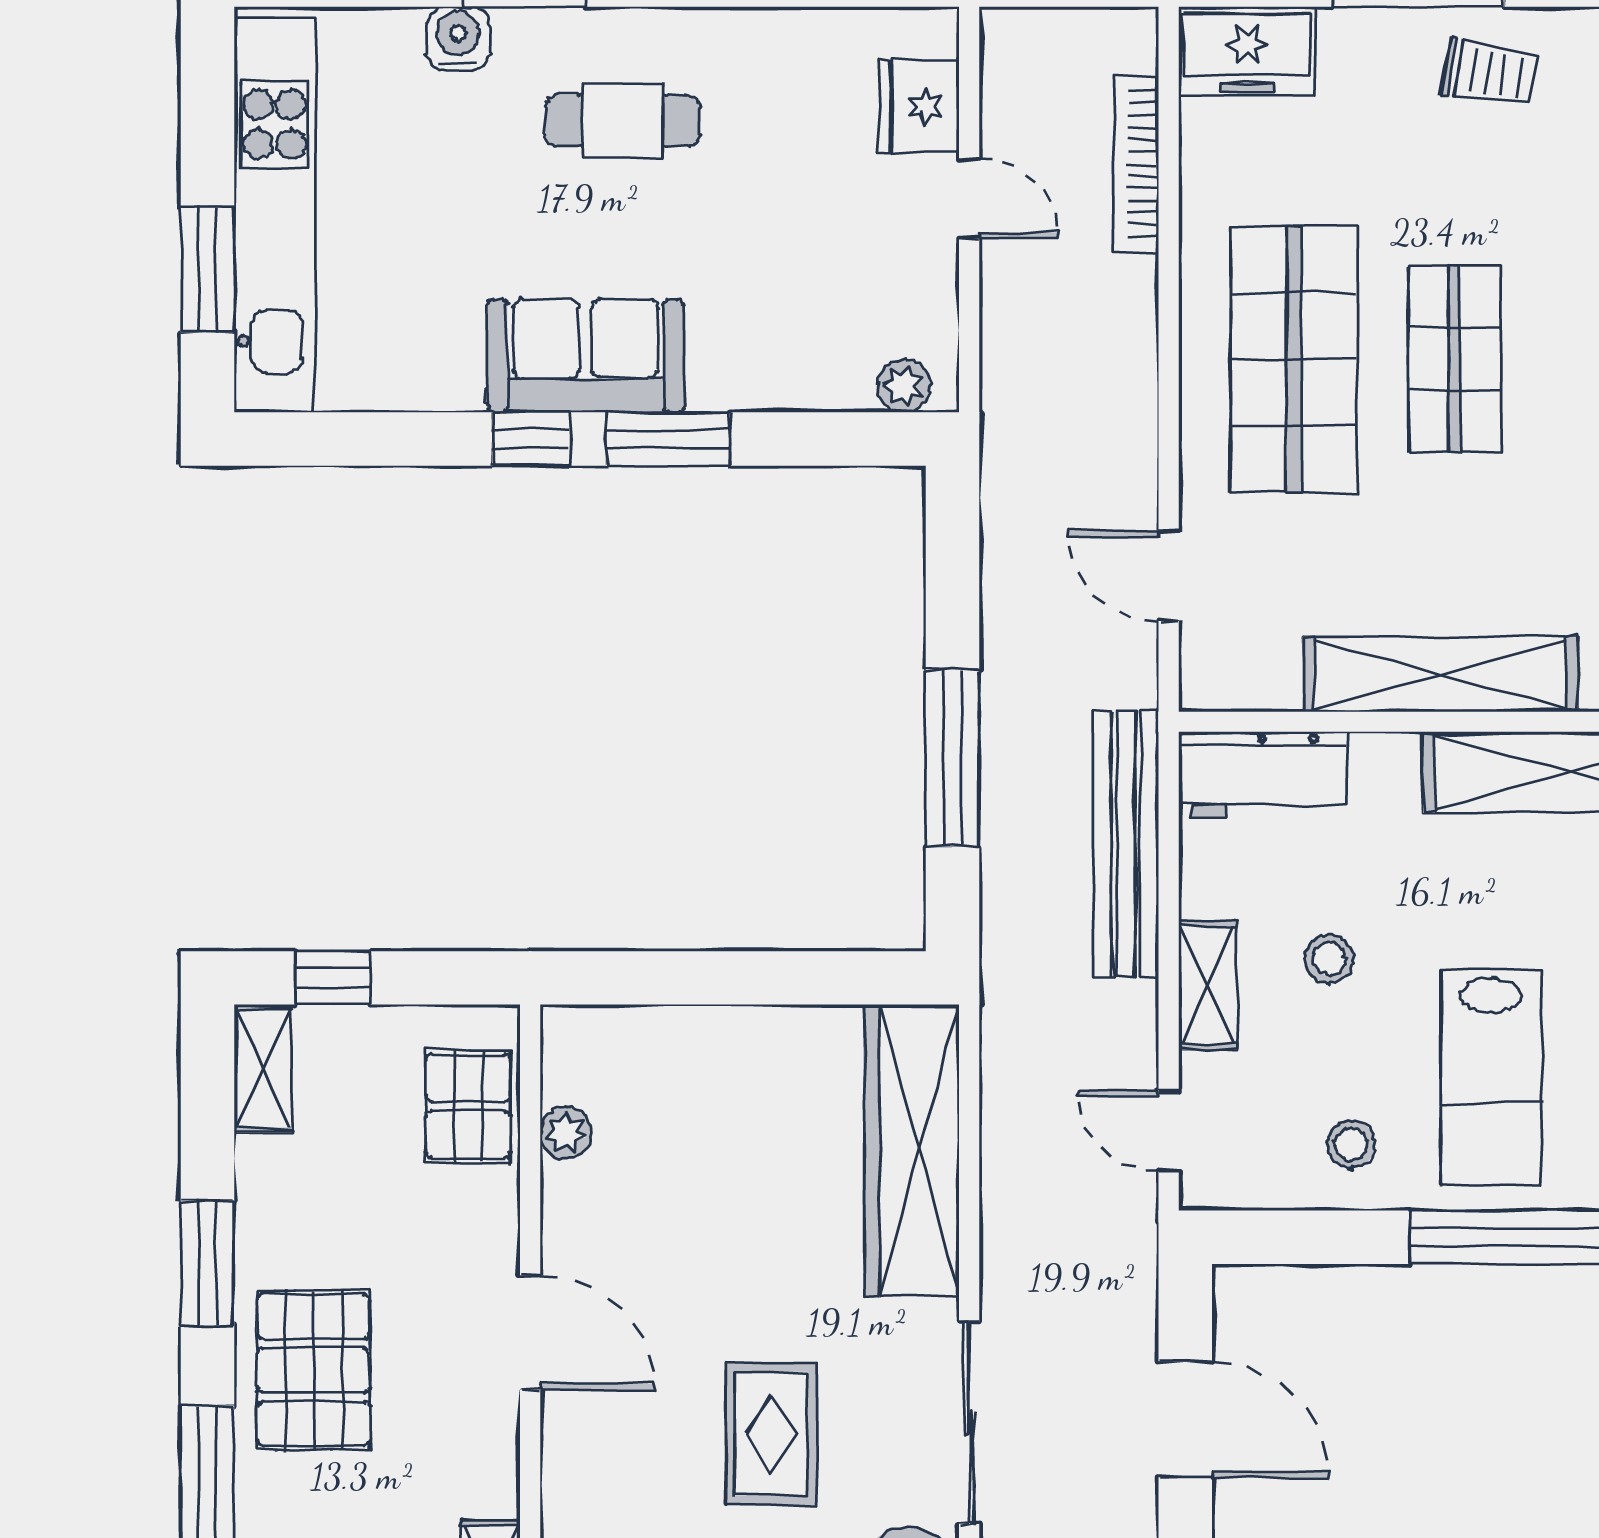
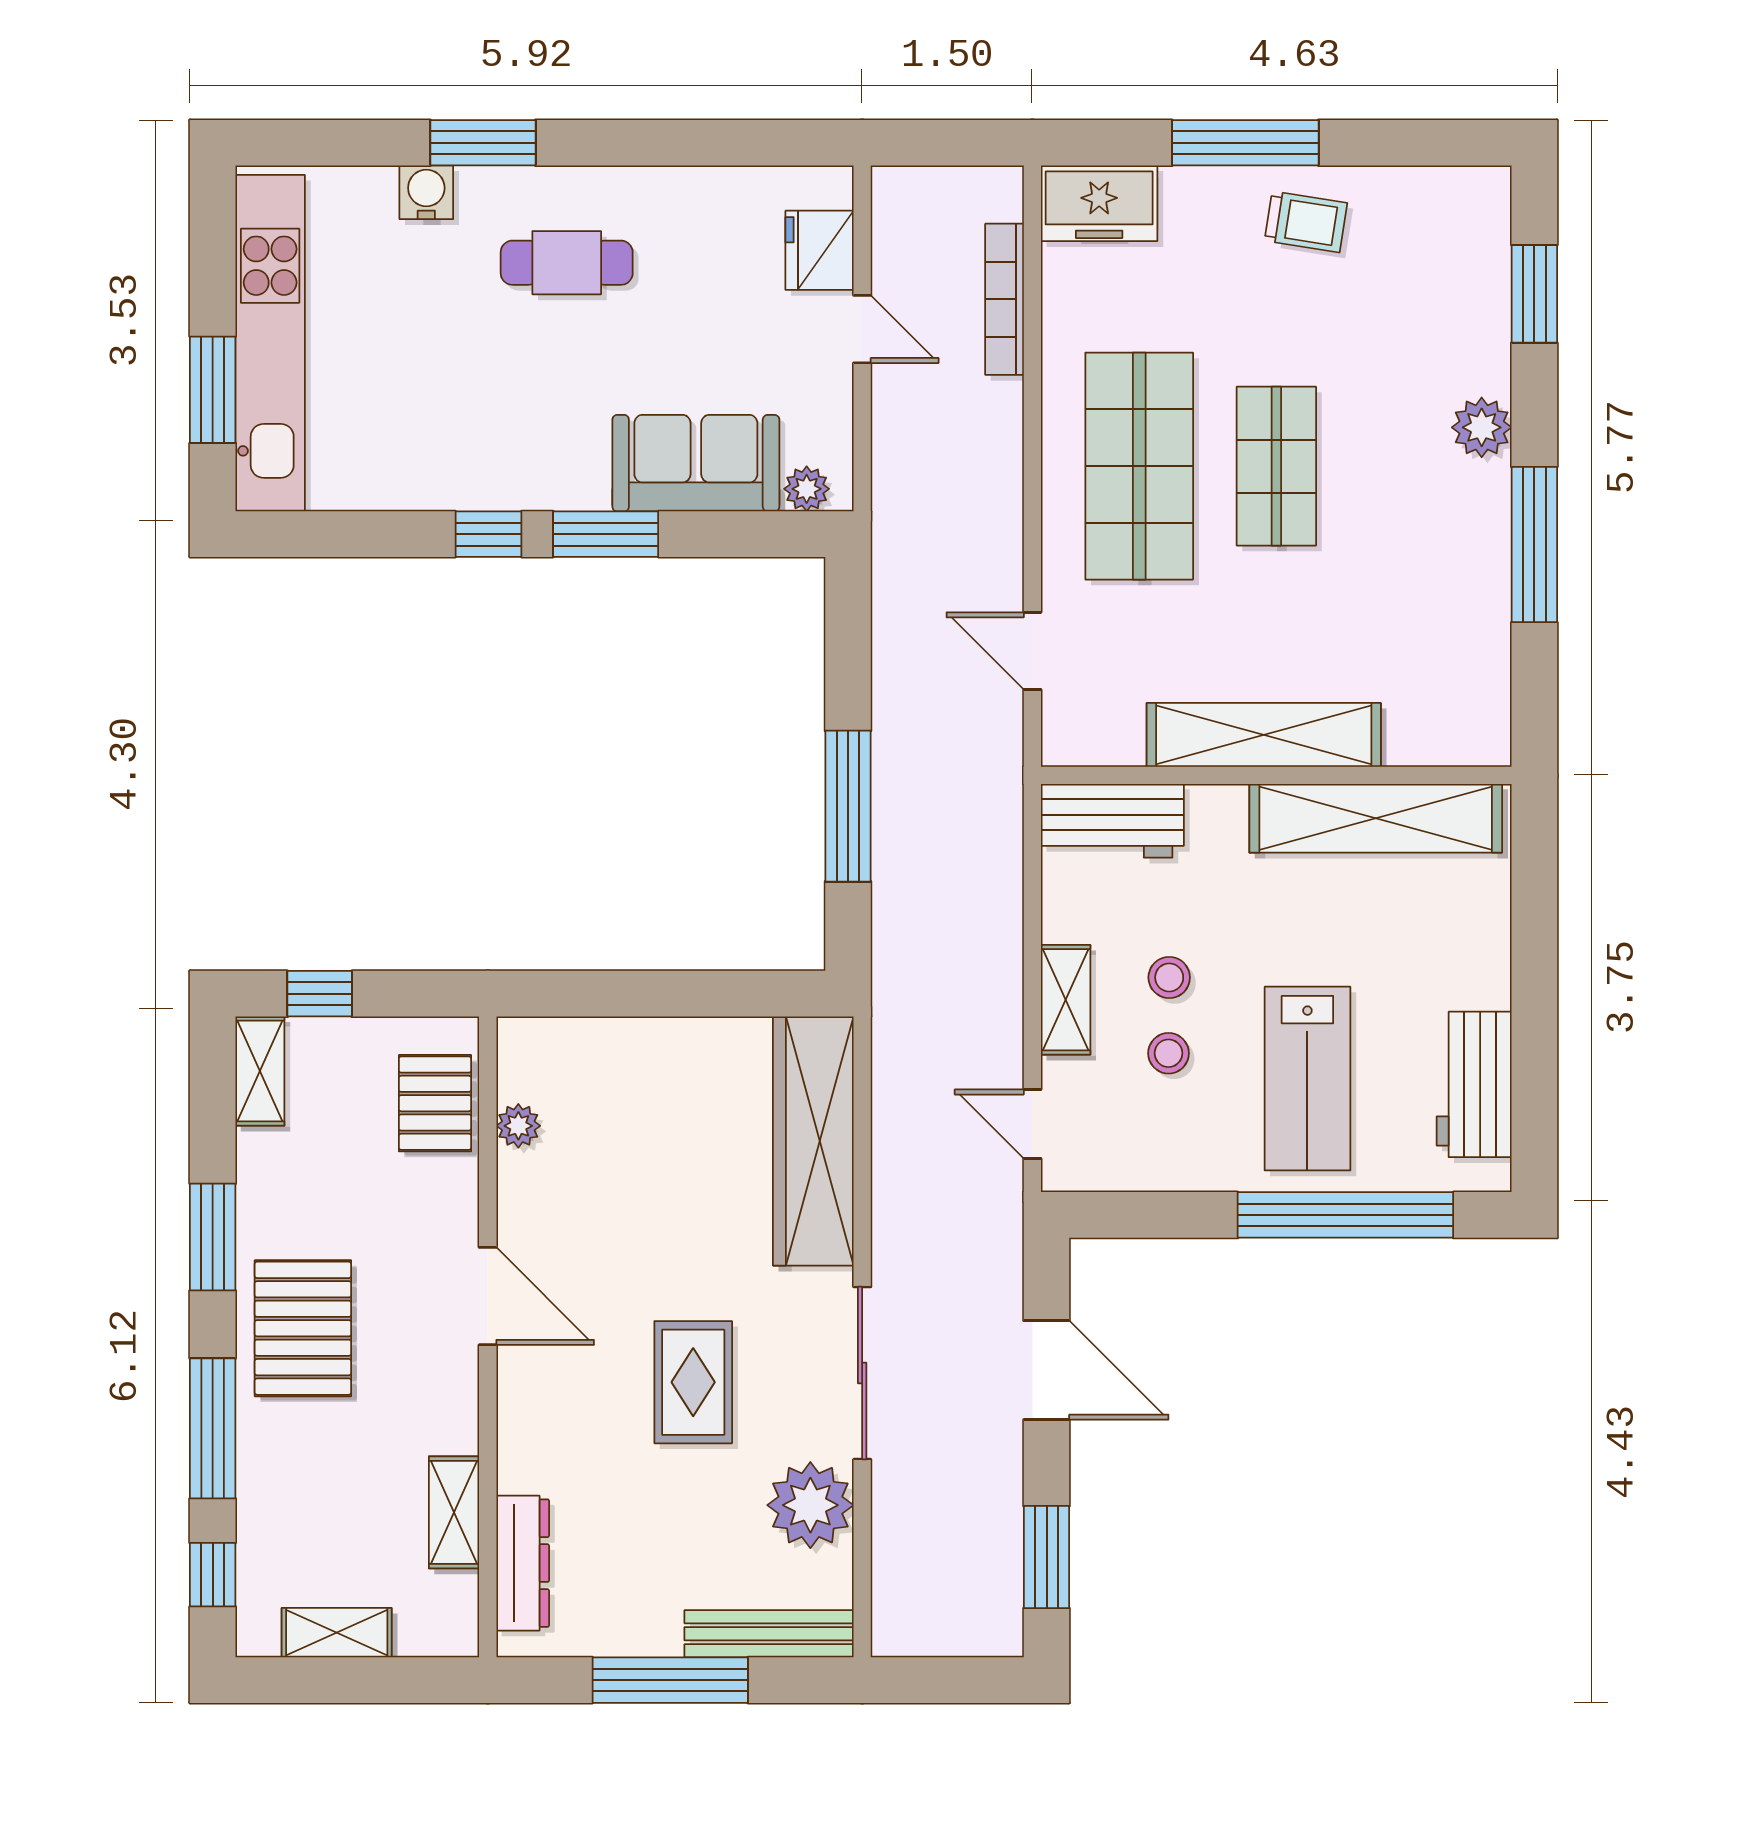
sofa: (586, 356) -> (696, 463), moved
bench: (1126, 844) -> (996, 880), removed
stool: (1351, 1144) -> (1168, 1053), moved

